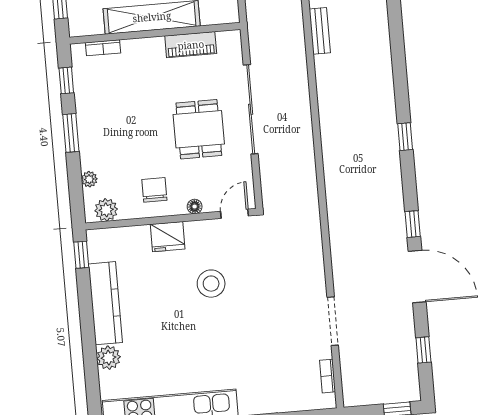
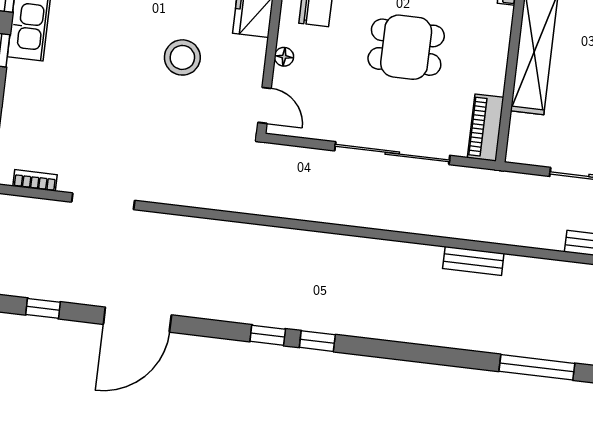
piano: (191, 45) -> (486, 128), moved
dining table: (199, 129) -> (406, 47), moved
window: (413, 224) -> (268, 335), moved

